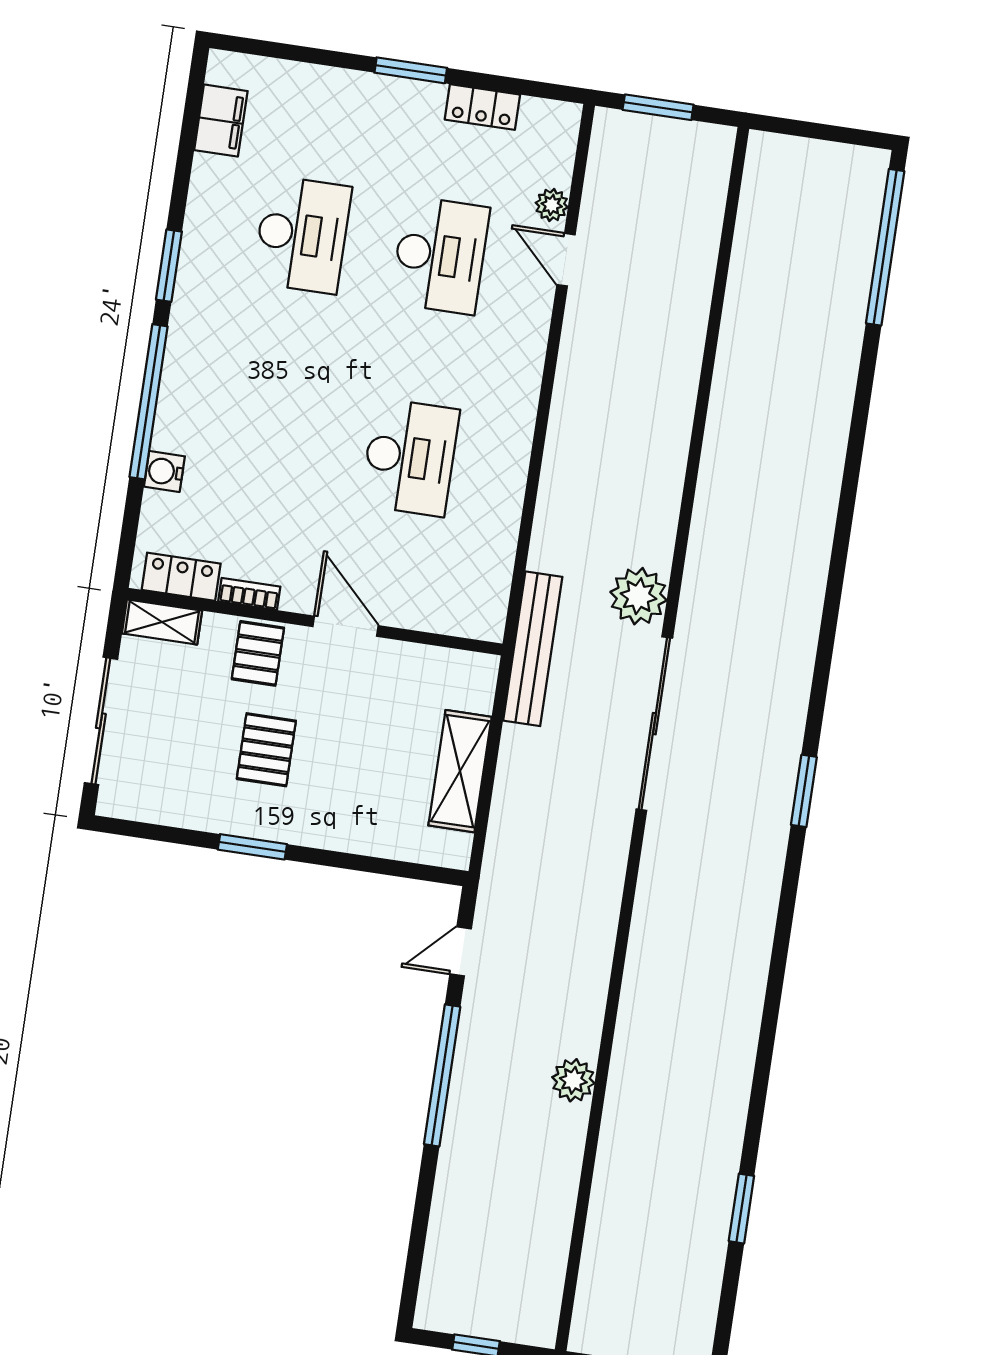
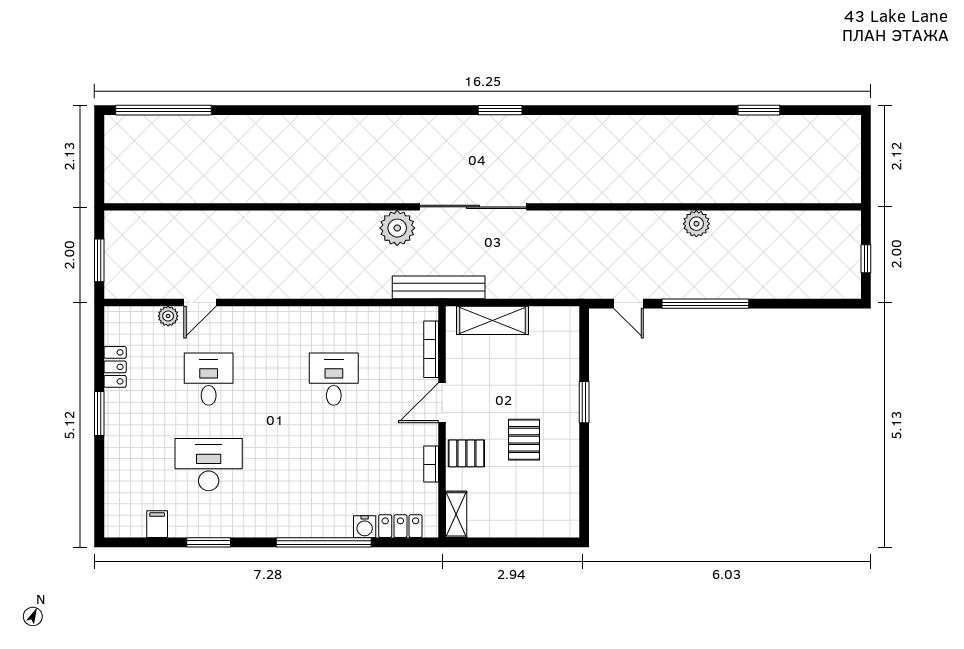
filing cabinet: (221, 121) -> (157, 524), width x0.50
desk: (440, 255) -> (209, 379), width x0.73
window: (169, 266) -> (209, 542), moved
desk: (410, 457) -> (334, 379), width x0.73
locker: (181, 577) -> (400, 526), moved, turned 90
bookcase: (435, 622) -> (431, 349), added
sliding door: (101, 721) -> (521, 542), removed
pallet: (266, 750) -> (524, 440), turned 90
shelving: (460, 771) -> (493, 320), moved
window: (252, 847) -> (584, 402), moved

